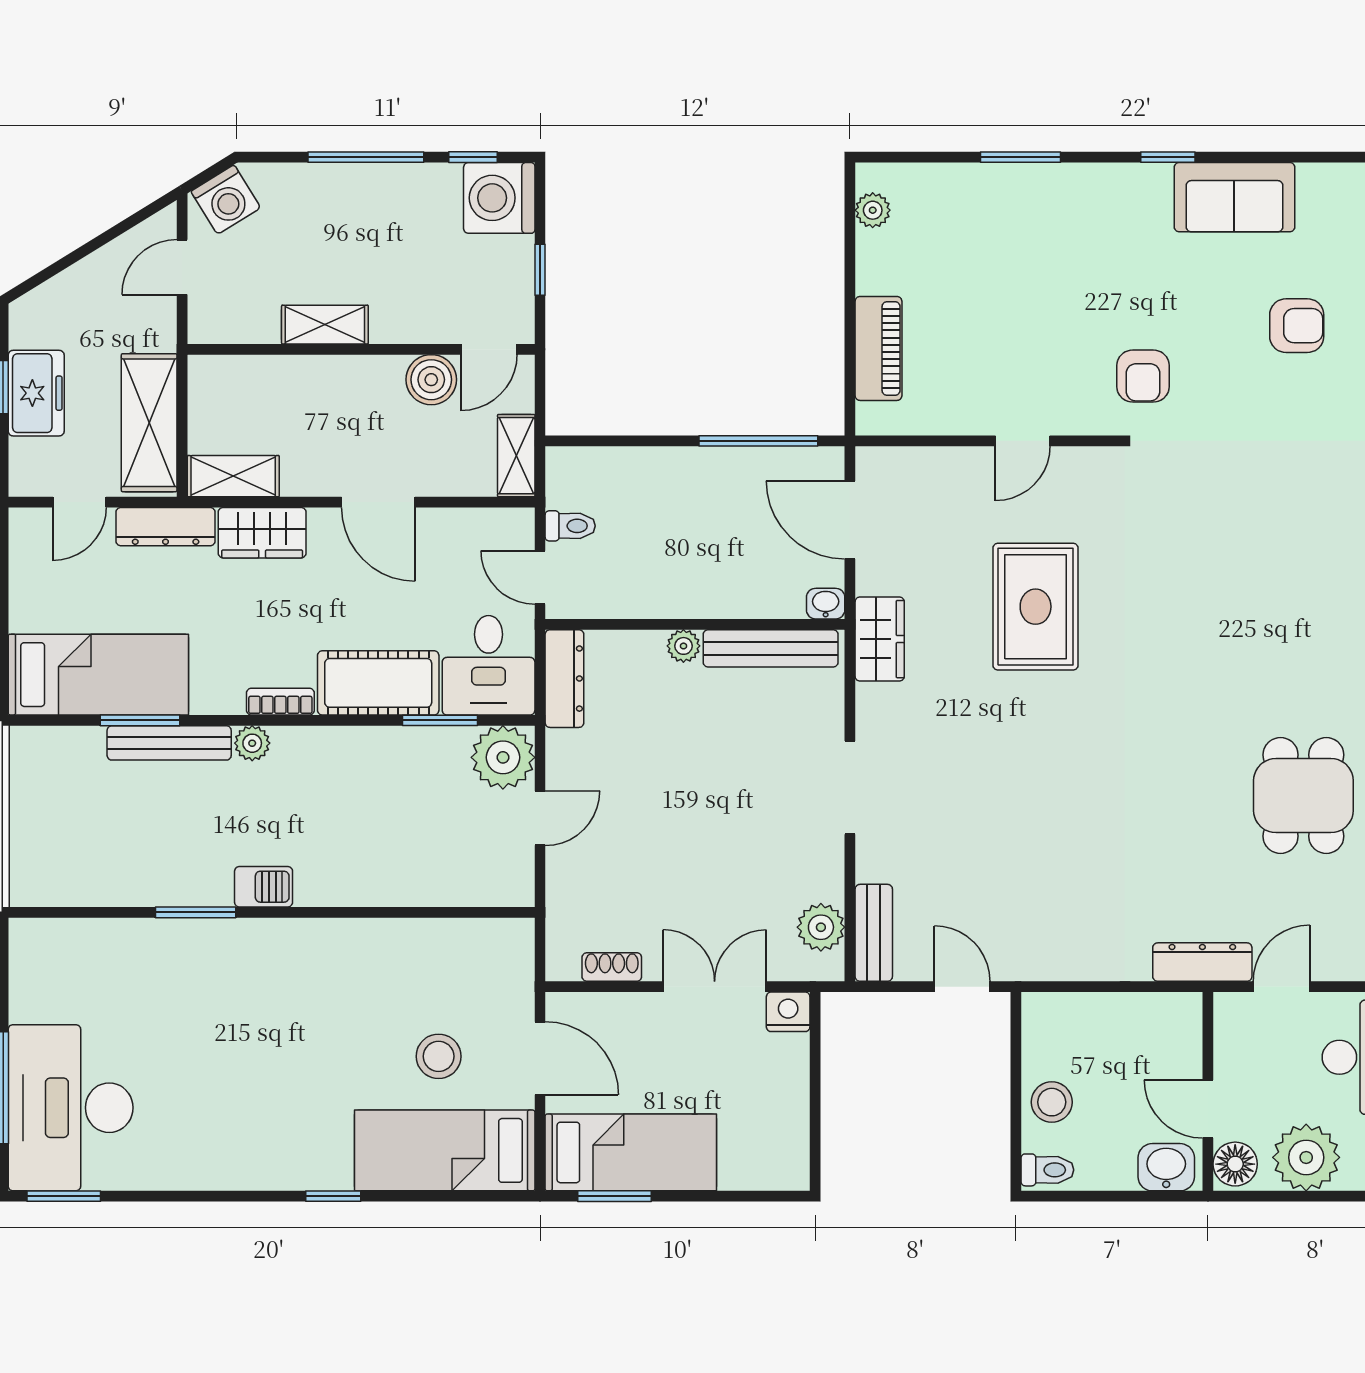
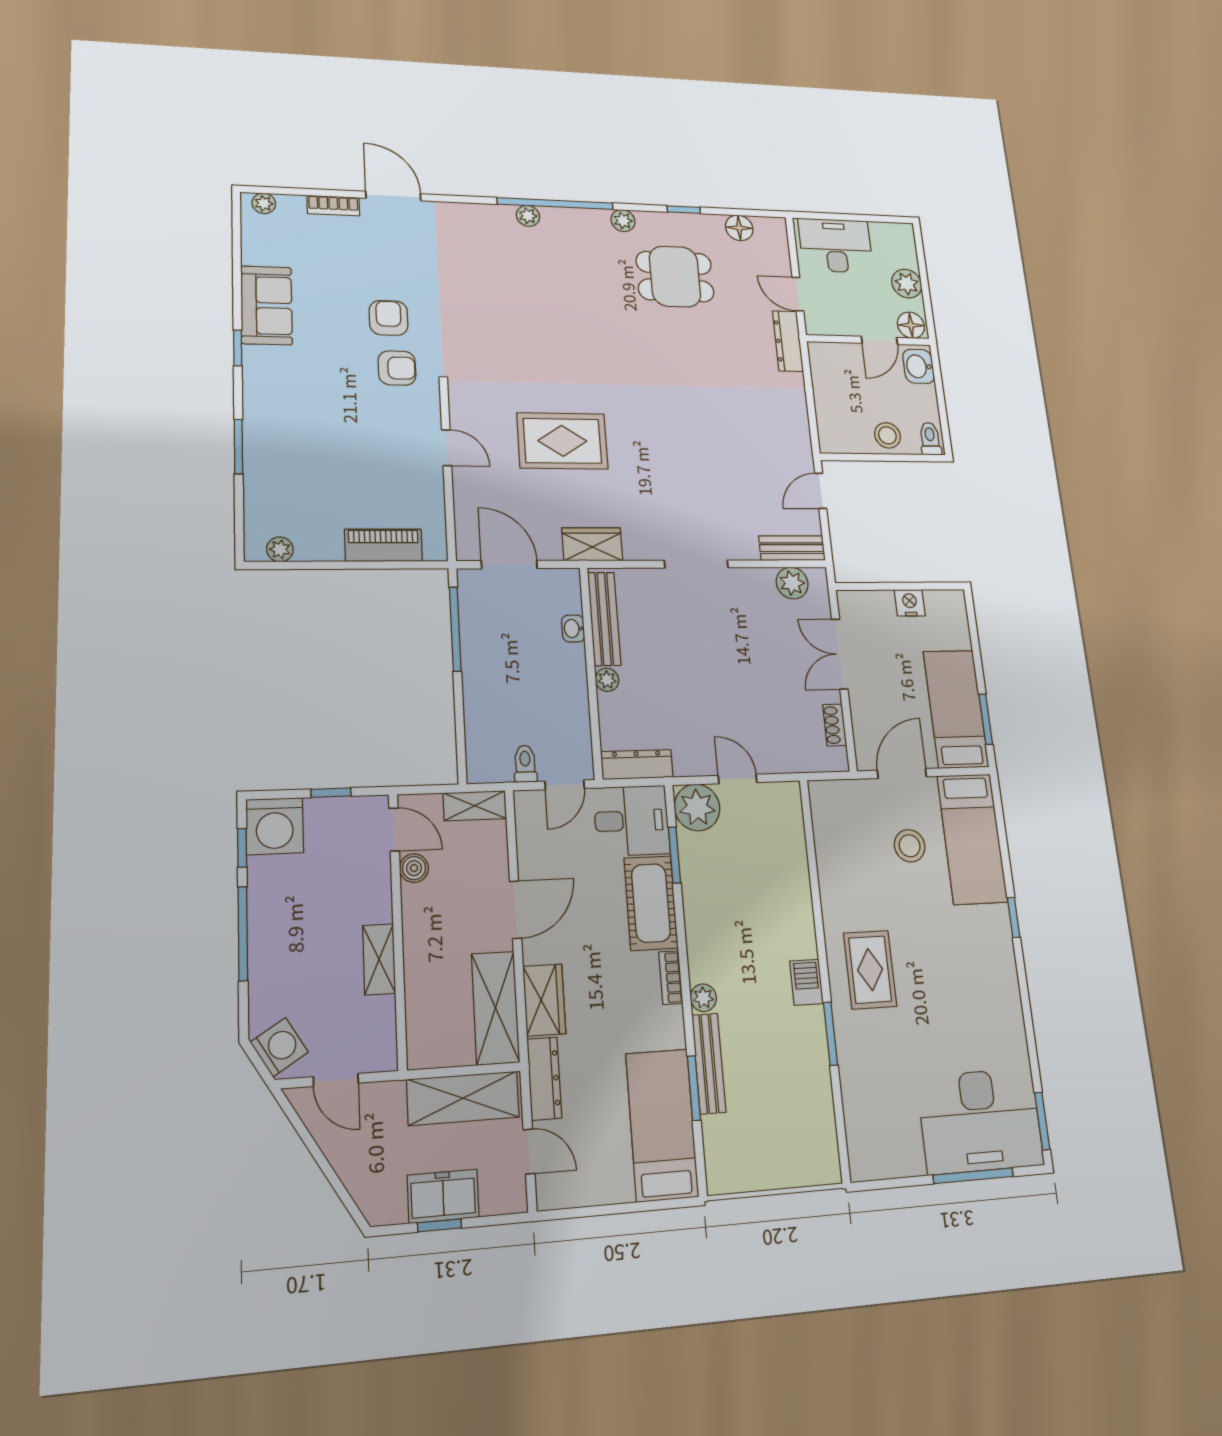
armchair: (1297, 326) -> (389, 318), moved
boiler: (431, 380) -> (414, 868), width x0.73, depth x0.73
shelving: (233, 476) -> (495, 1008), width x1.50, depth x1.33
door: (850, 520) -> (509, 565), swing flipped
washbasin: (826, 604) -> (573, 629), moved
rug: (275, 978) -> (870, 970), added
nightstand: (788, 1012) -> (910, 603), moved, turned 90
plant: (1306, 1157) -> (907, 284), width x0.73, depth x0.73

